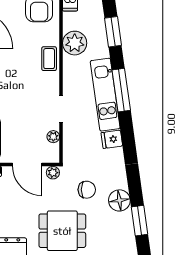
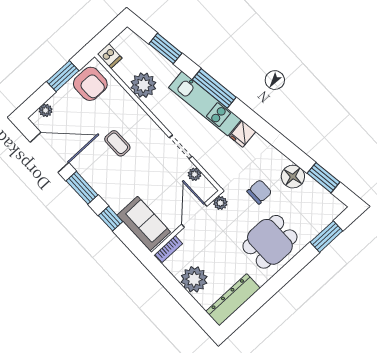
coffee table: (49, 59) -> (117, 143), moved
door: (27, 165) -> (194, 215), swing flipped

